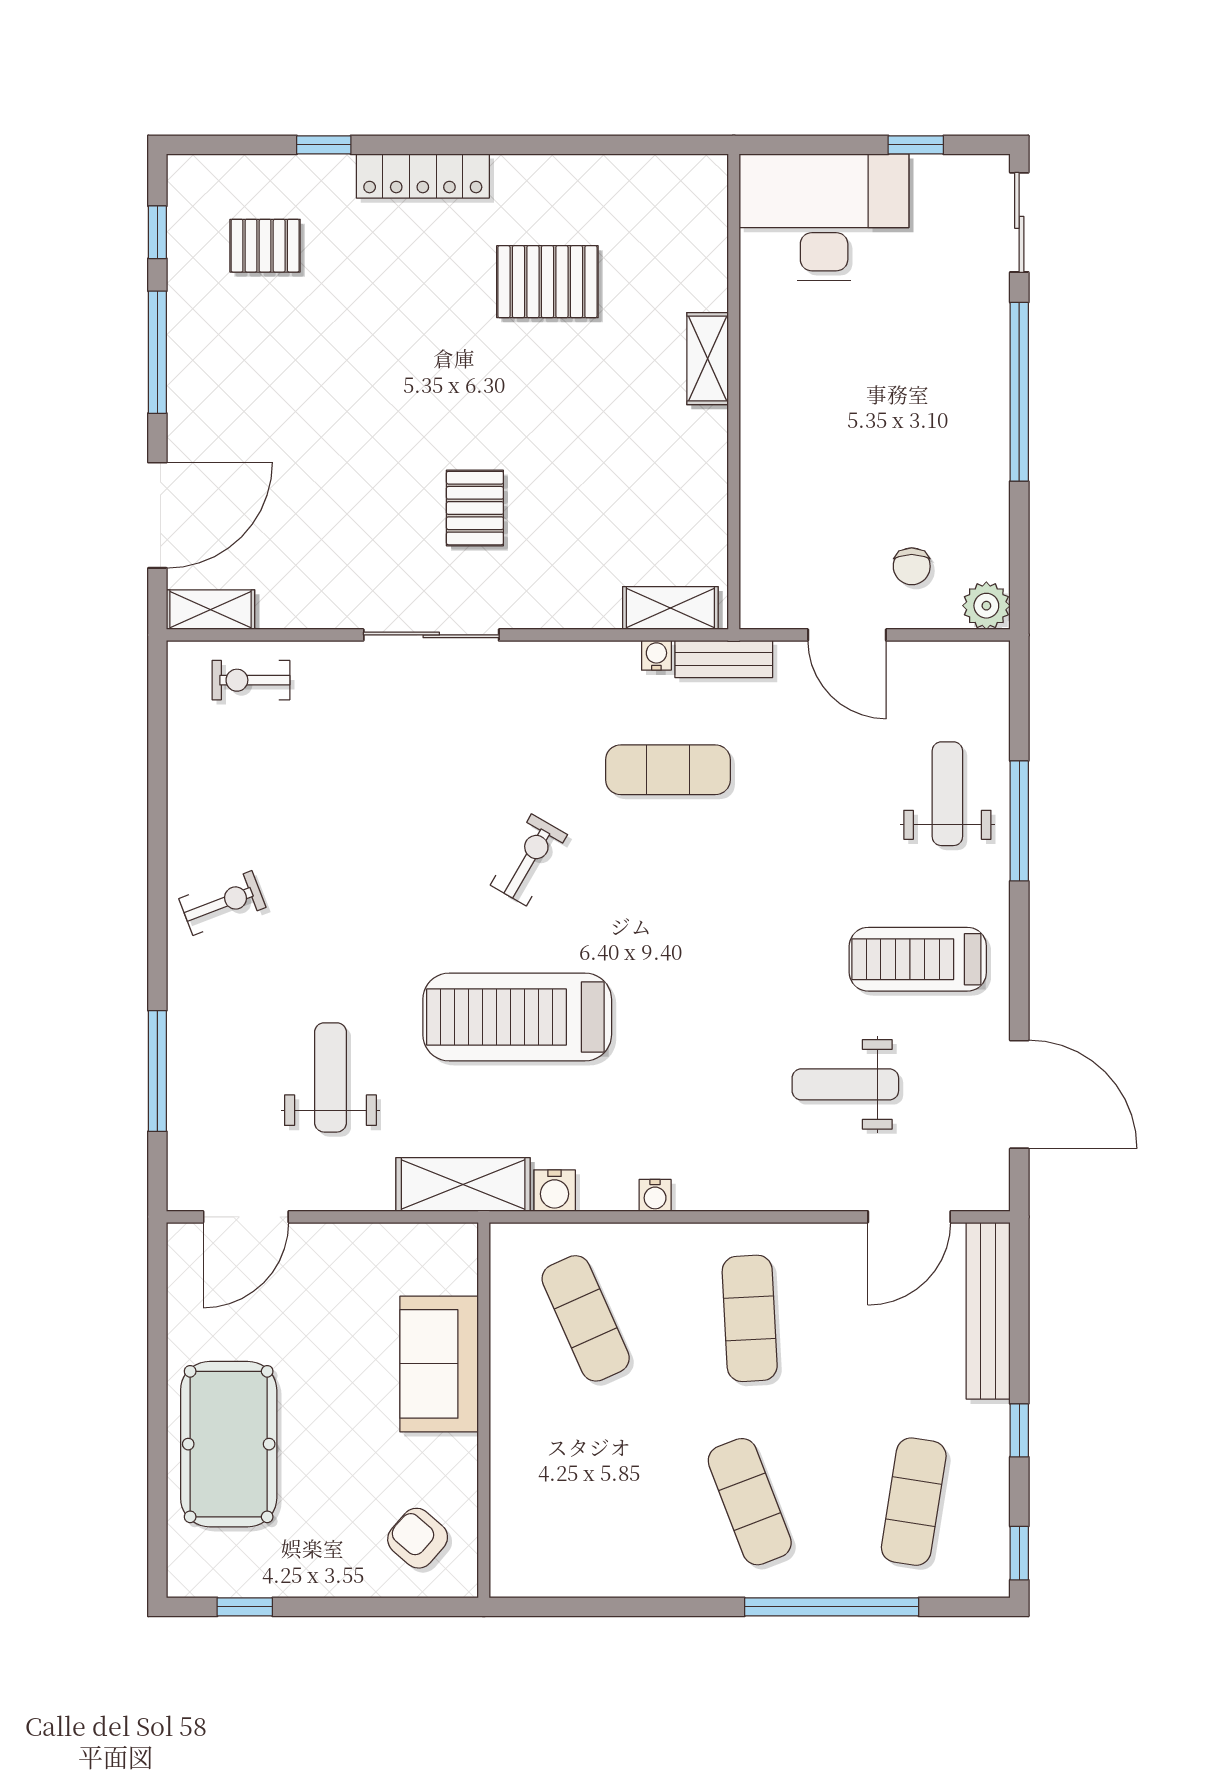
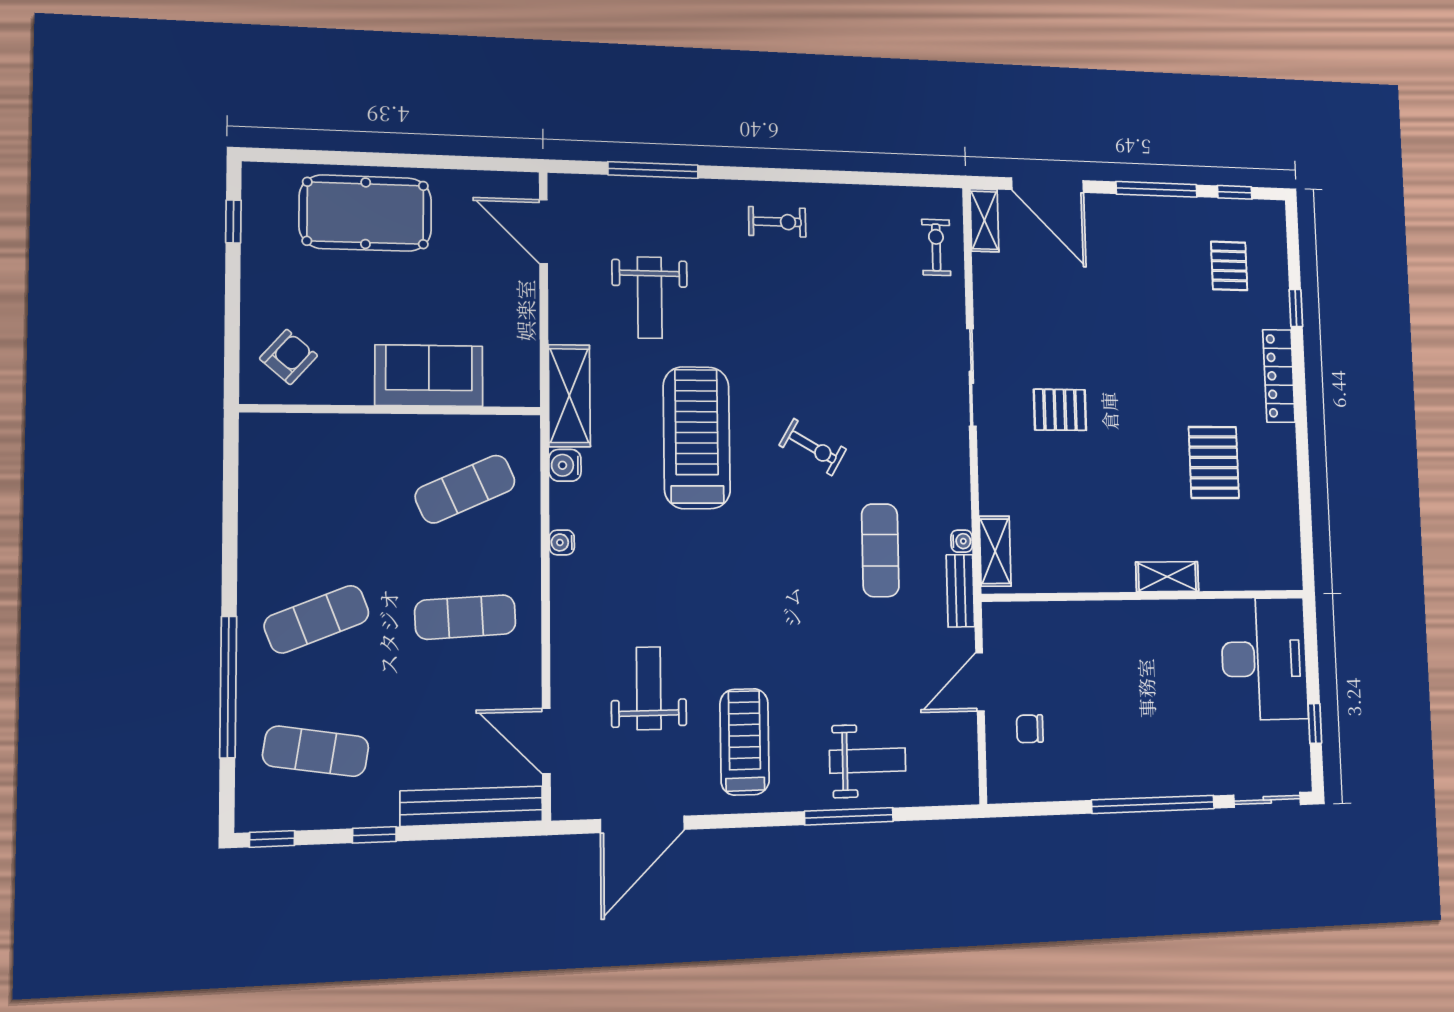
plant: (986, 606) -> (1004, 785), removed
exercise bike: (222, 903) -> (777, 222), turned -69
weight bench: (330, 1077) -> (650, 298), turned 90

